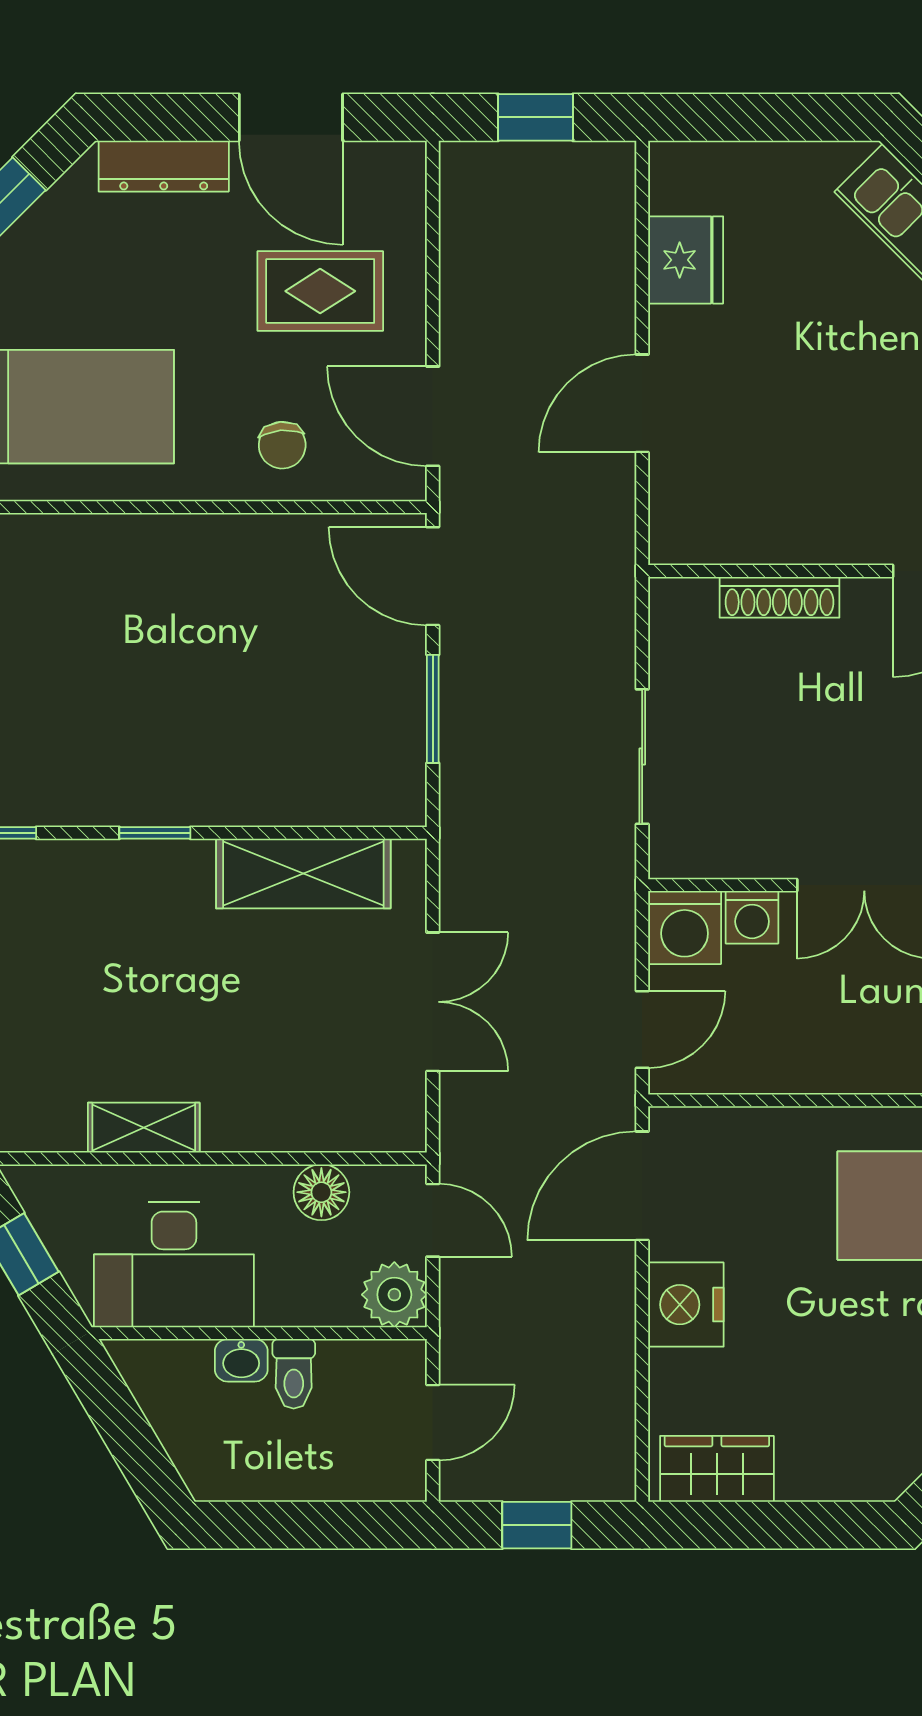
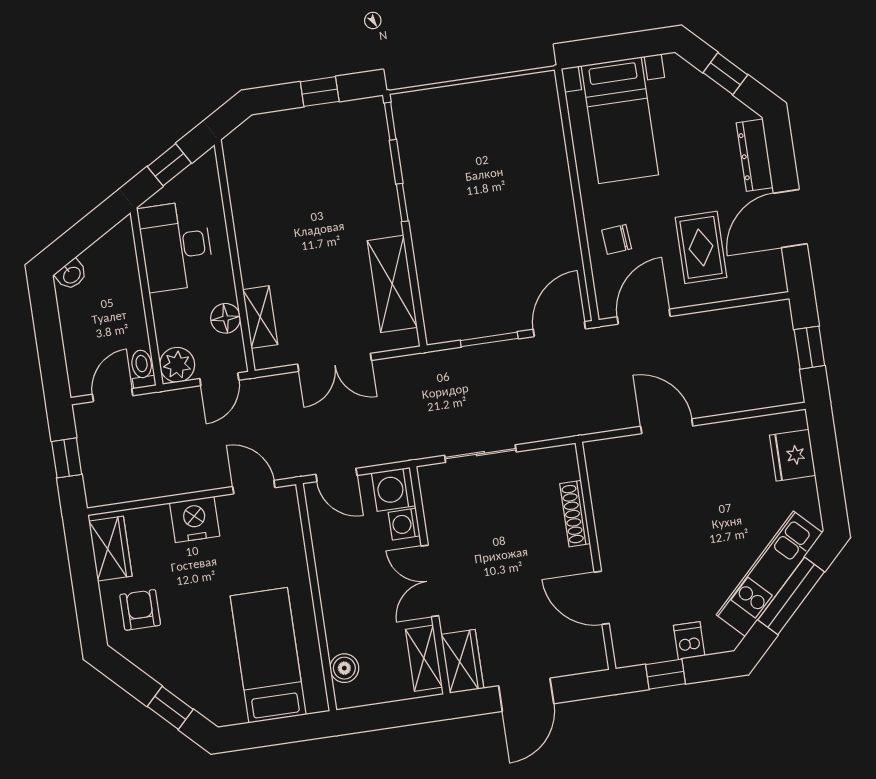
fridge: (686, 260) -> (793, 455), moved, turned 90
shelving: (144, 1128) -> (260, 317), moved
door: (642, 1186) -> (254, 487), width x0.73
washbasin: (241, 1360) -> (71, 275), moved, turned -121
toilet: (294, 1374) -> (142, 369), moved, turned 90
door: (433, 1423) -> (113, 395), swing flipped
armchair: (839, 1430) -> (140, 610), added

